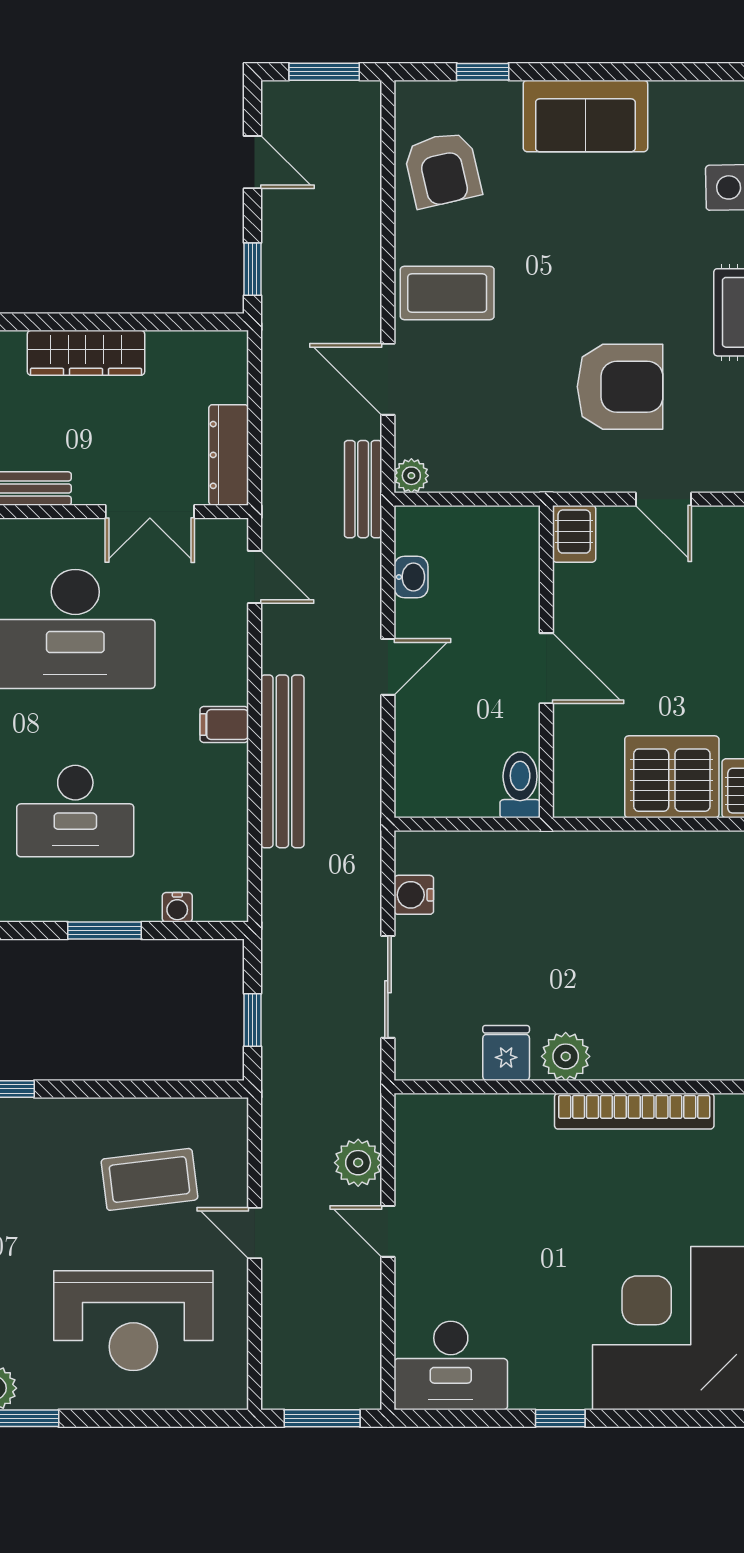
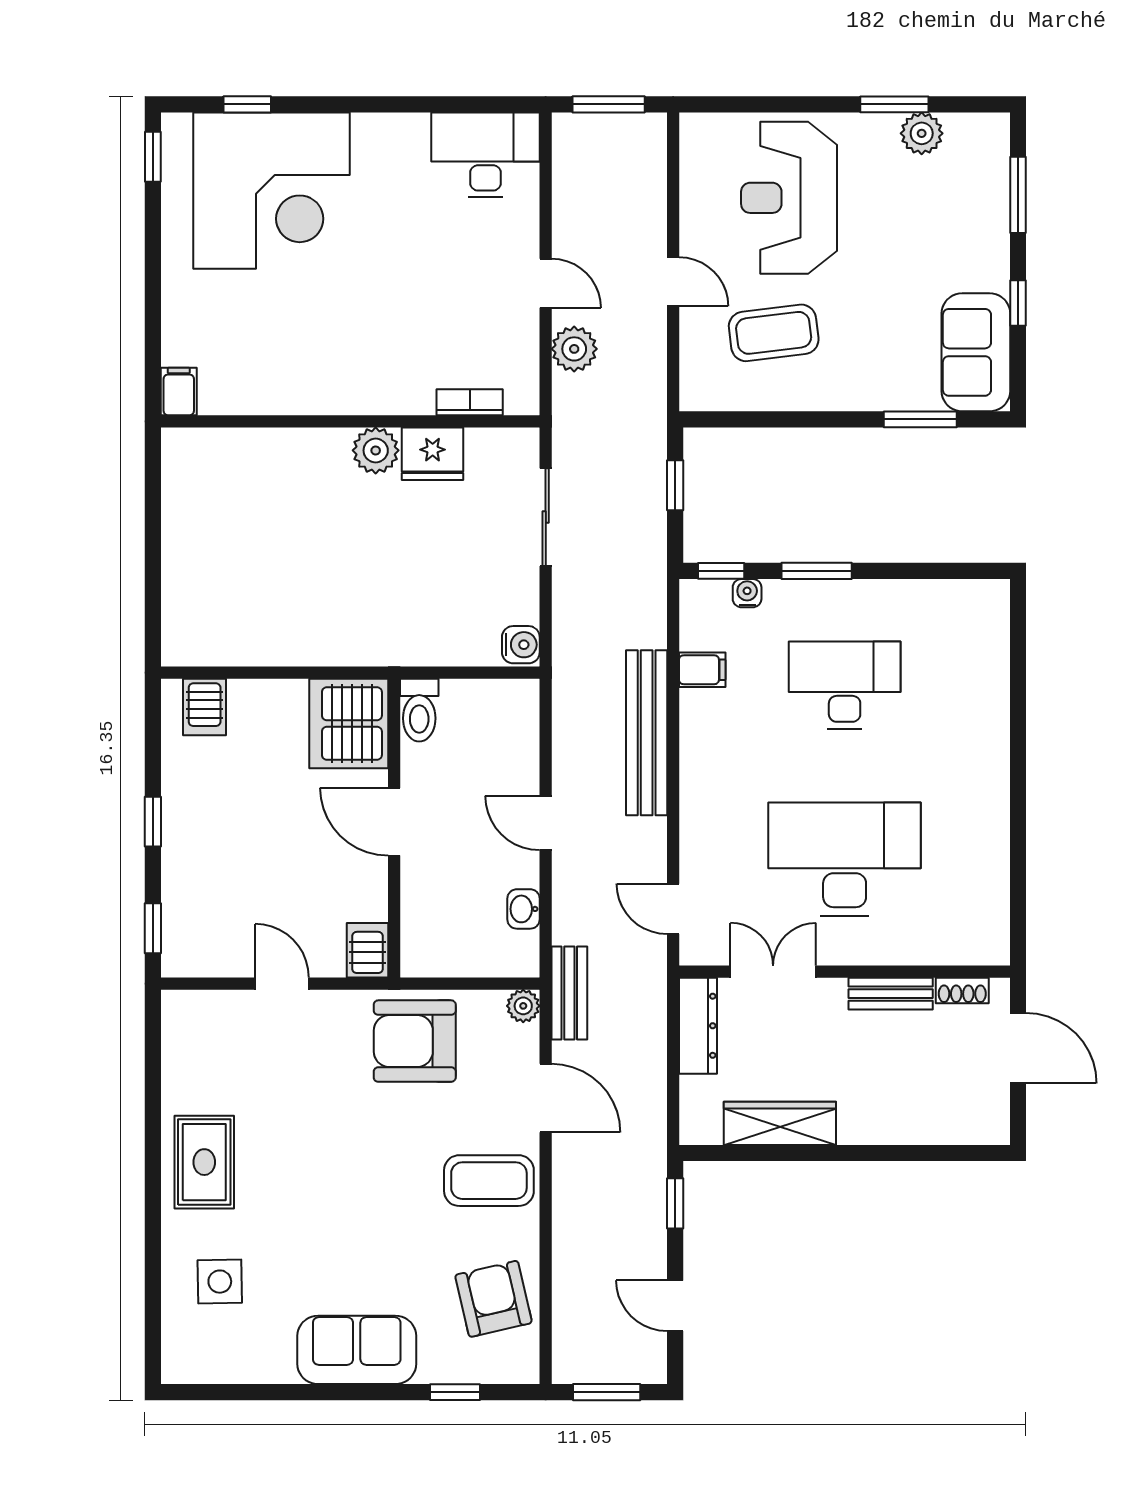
wardrobe: (86, 353) -> (780, 1123), moved
armchair: (620, 387) -> (415, 1041), moved
door: (388, 667) -> (546, 823), hinge flipped
filing cabinet: (224, 725) -> (702, 670), moved
server rack: (672, 777) -> (349, 724), moved, turned 90
water cooler: (414, 895) -> (521, 645), moved
window: (204, 931) -> (721, 571), added
fridge: (506, 1053) -> (433, 454), width x1.38
bookcase: (634, 1111) -> (470, 402), moved, width x0.43, depth x0.76
reception desk: (133, 1321) -> (789, 198), turned -90
window: (560, 1418) -> (247, 104), moved

